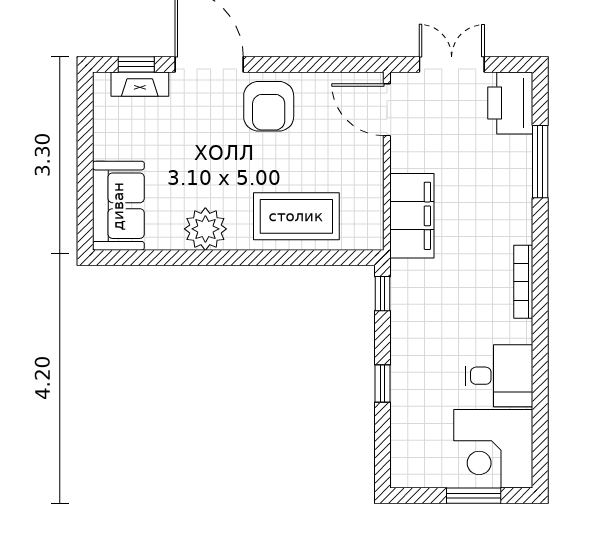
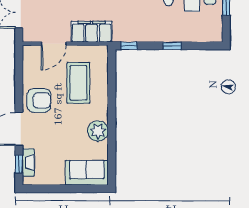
door: (387, 110) -> (54, 44), moved
coffee table: (296, 216) -> (78, 83), moved

